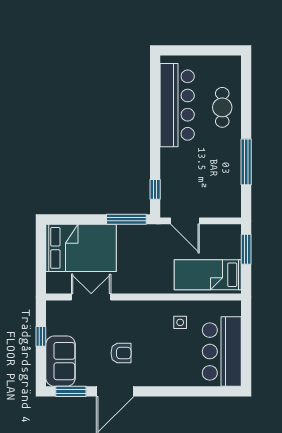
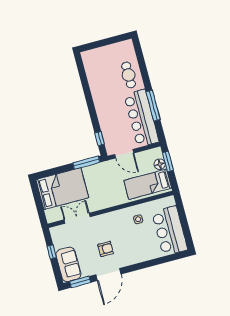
bar counter: (177, 105) -> (141, 118), moved, turned 180
floor lamp: (233, 250) -> (160, 164), added

